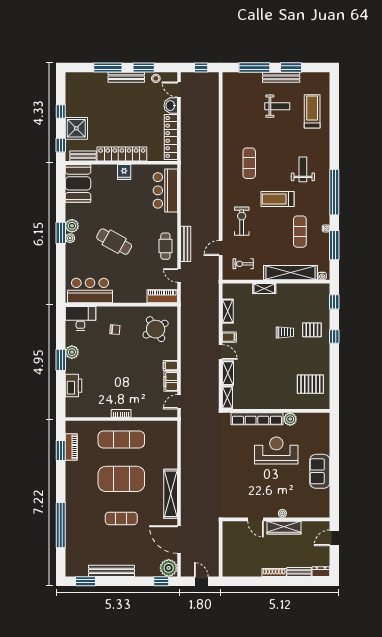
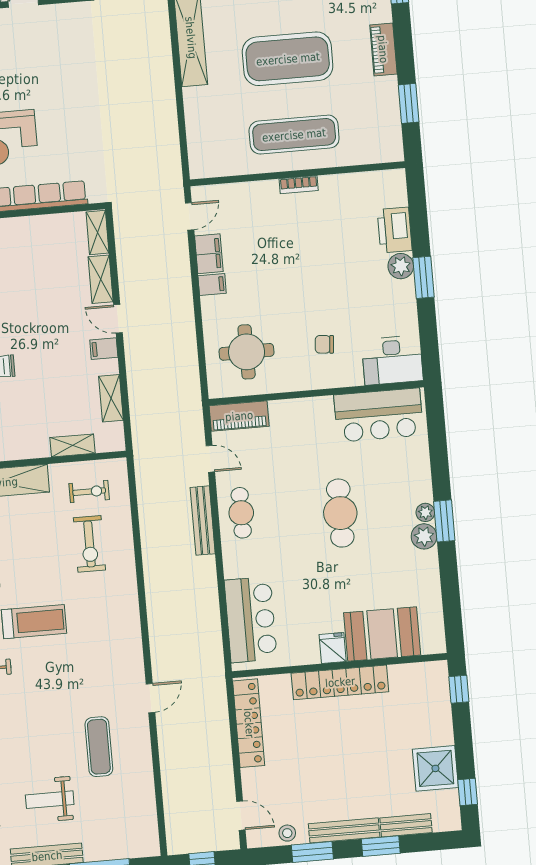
window: (108, 67) -> (381, 846), width x0.69
washbasin: (171, 106) -> (254, 783), removed
window: (61, 112) -> (468, 792), moved
shower: (76, 128) -> (435, 768), moved
bench: (83, 156) -> (406, 825), moved
exercise mat: (249, 163) -> (99, 747), moved
booth: (78, 183) -> (382, 634), moved, turned 90
exercise bike: (242, 221) -> (89, 544), moved
cafe table: (114, 242) -> (340, 513), turned 61
door: (221, 248) -> (150, 698), moved
shelving: (264, 288) -> (72, 445), moved
round table: (156, 329) -> (247, 352), turned 32
plant: (72, 352) -> (401, 266), moved
piano: (71, 447) -> (383, 49), moved

